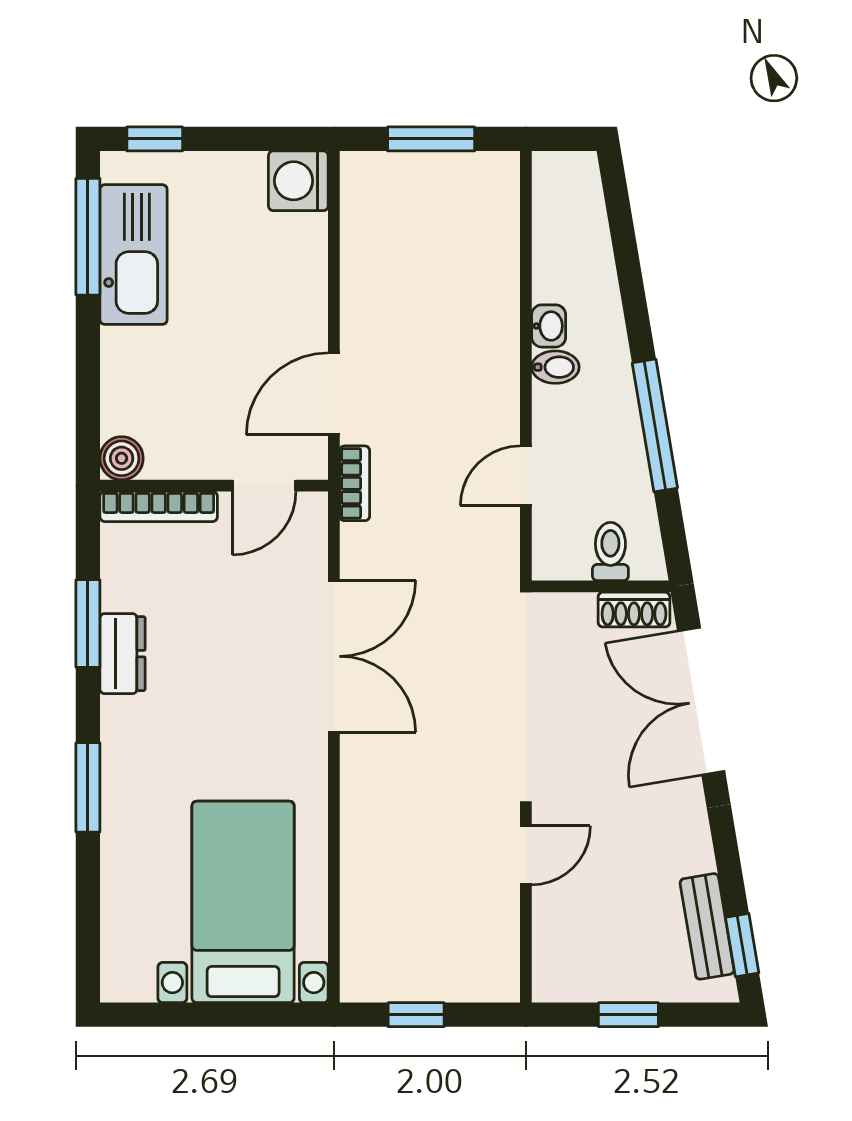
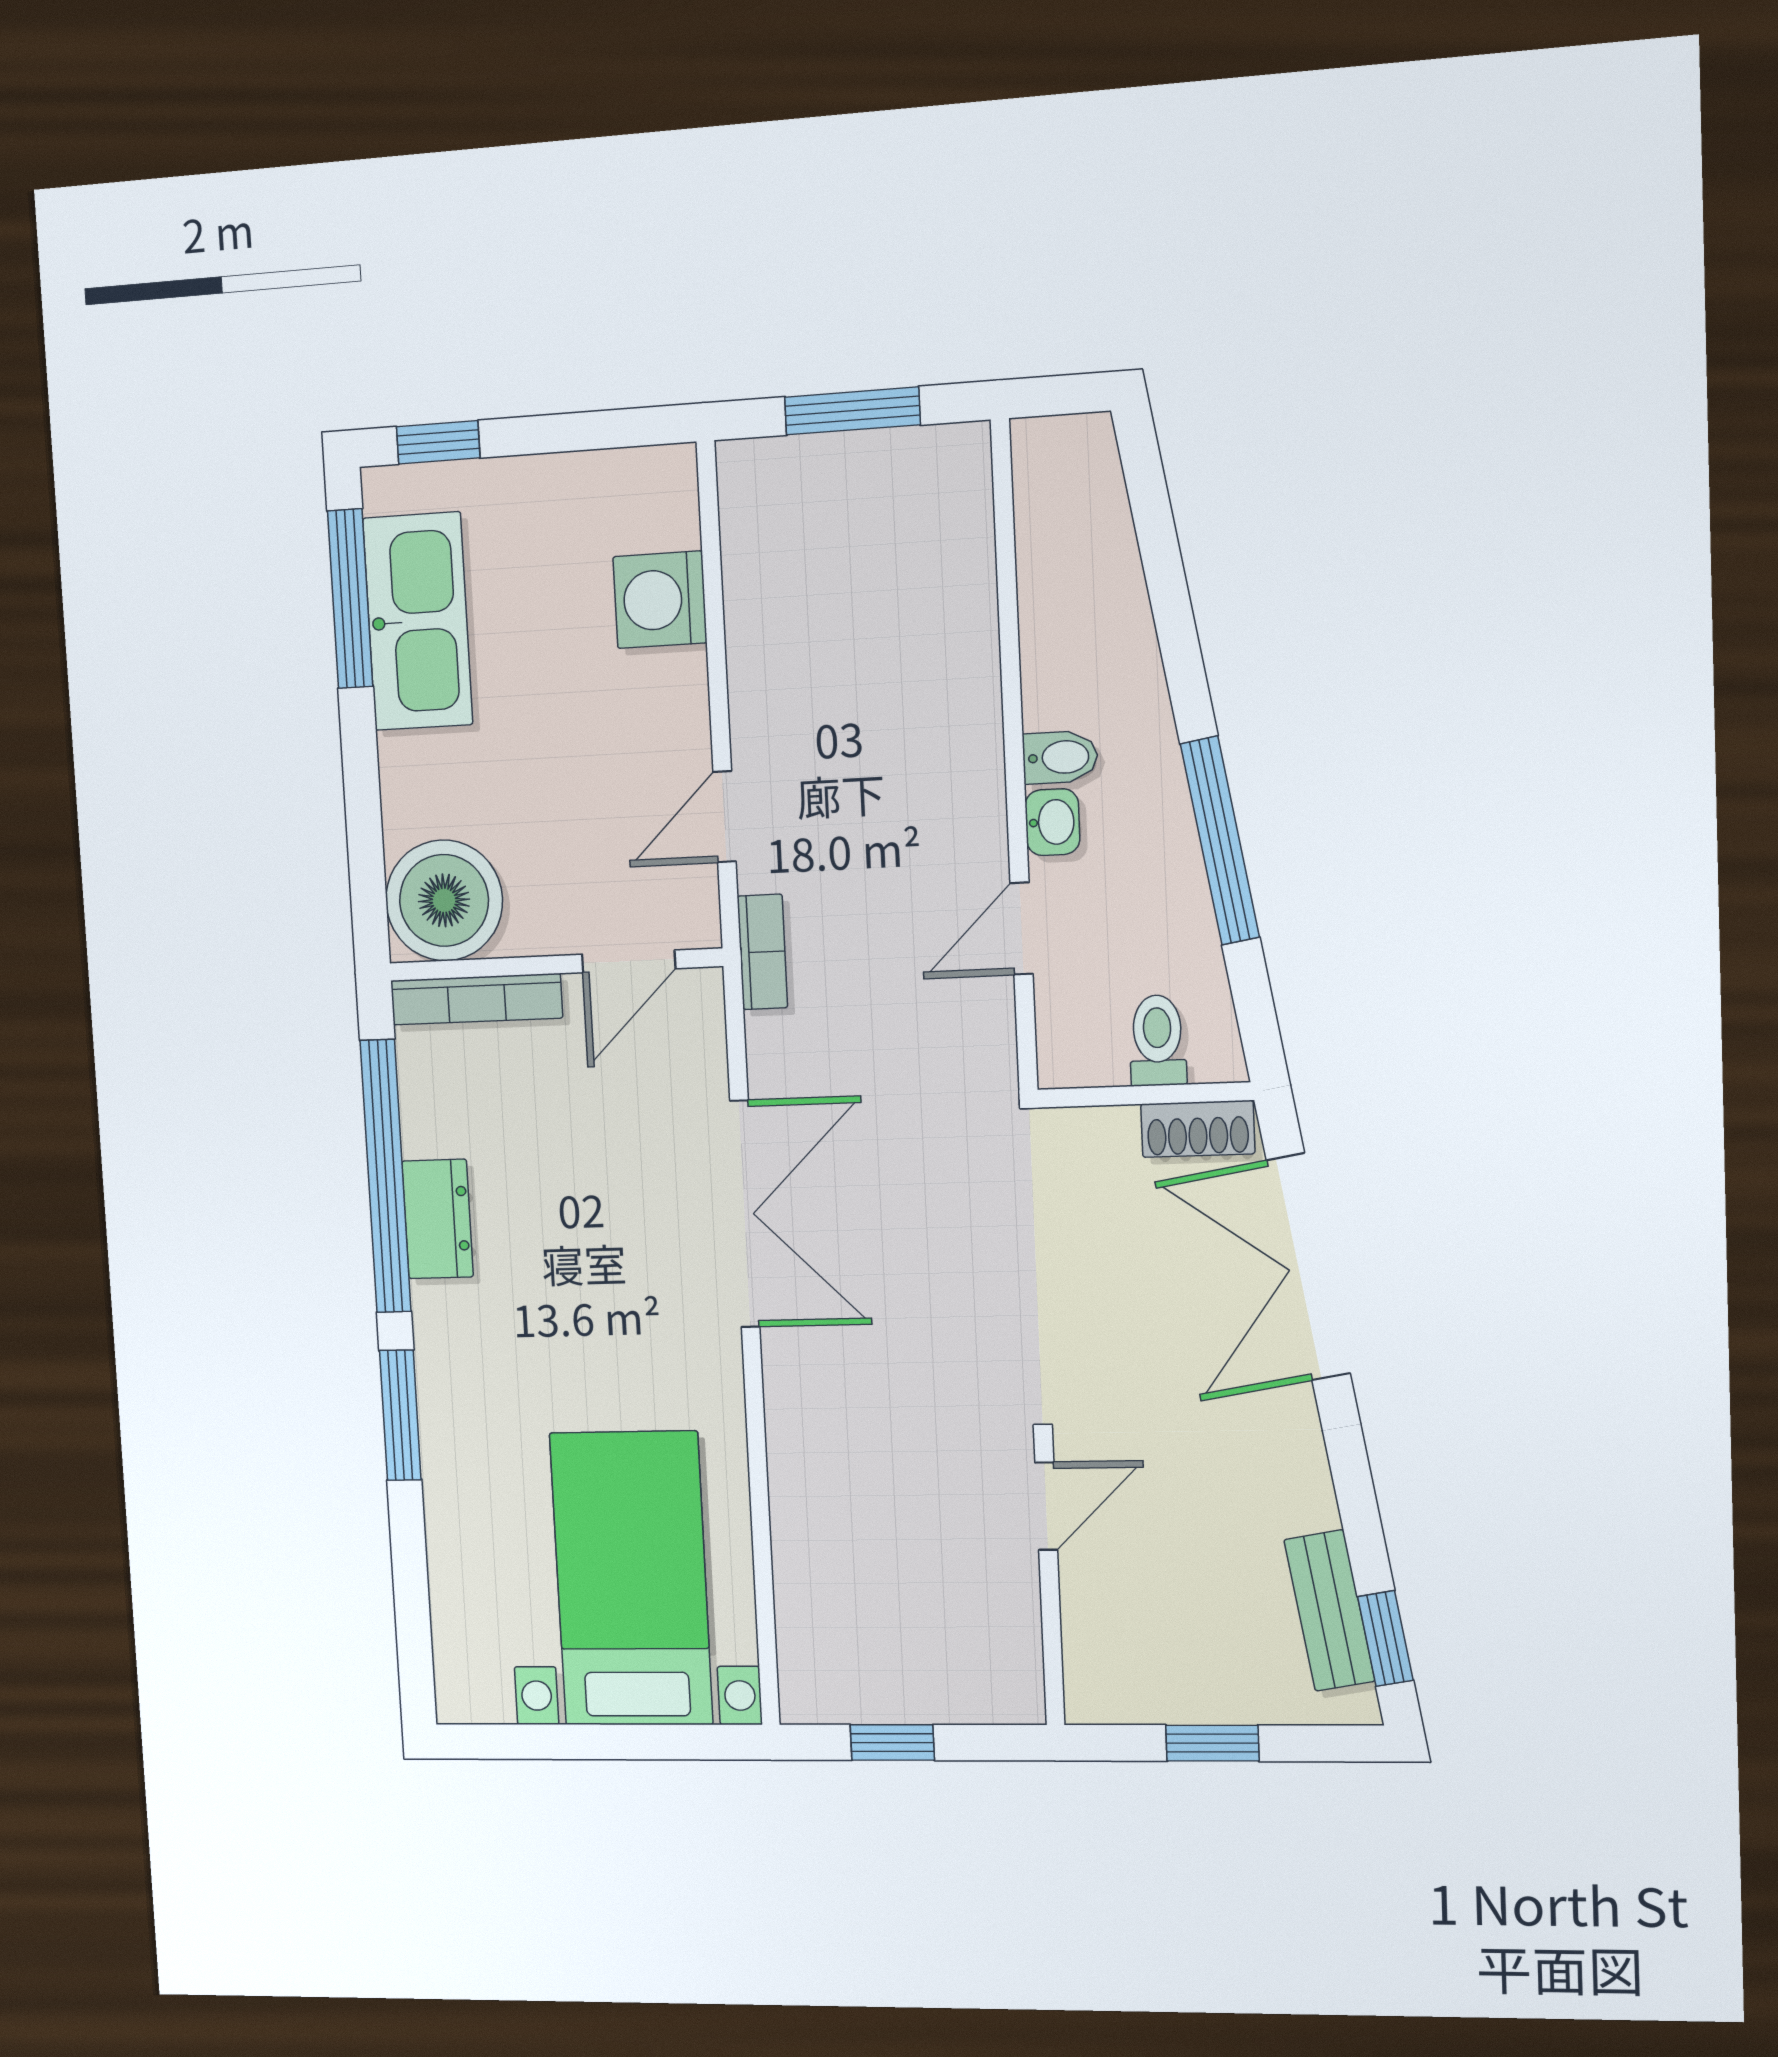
washing machine: (298, 181) -> (660, 600), moved
washbasin: (549, 326) -> (1052, 822), moved
door: (334, 394) -> (725, 817), width x0.73
boiler: (122, 458) -> (444, 900), width x1.86, depth x1.86
window: (88, 624) -> (386, 1176), width x2.11

